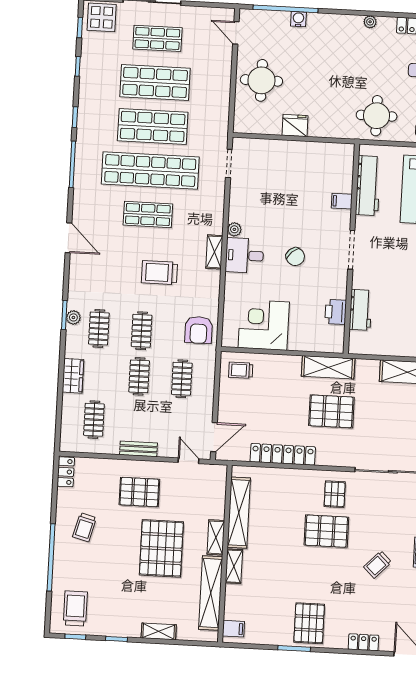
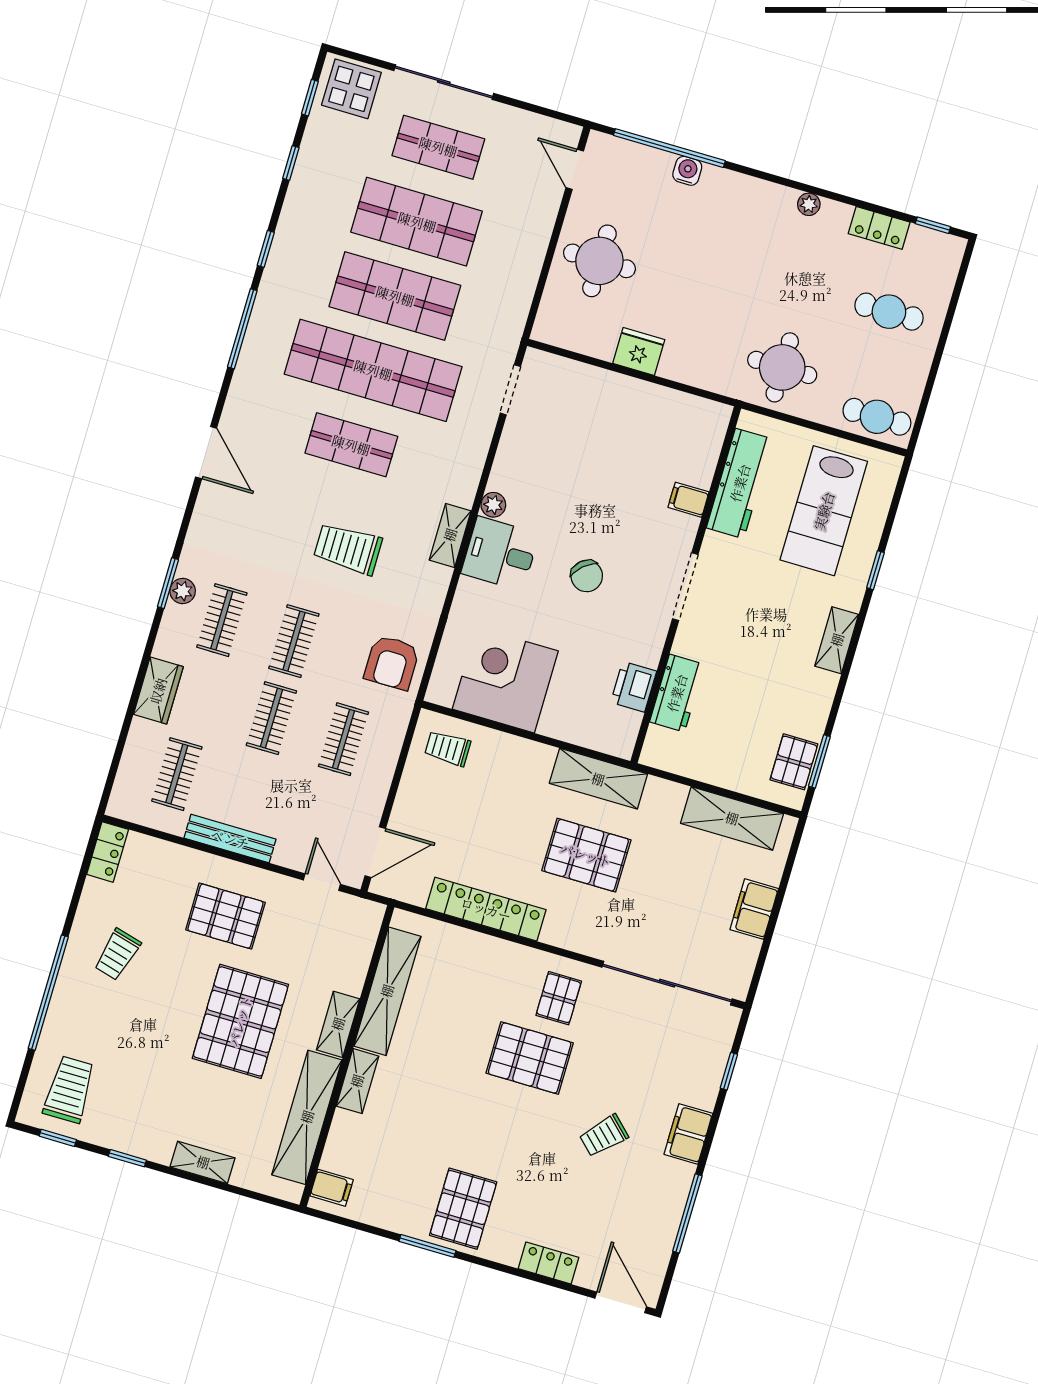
bench: (139, 449) -> (230, 839), width x1.36

